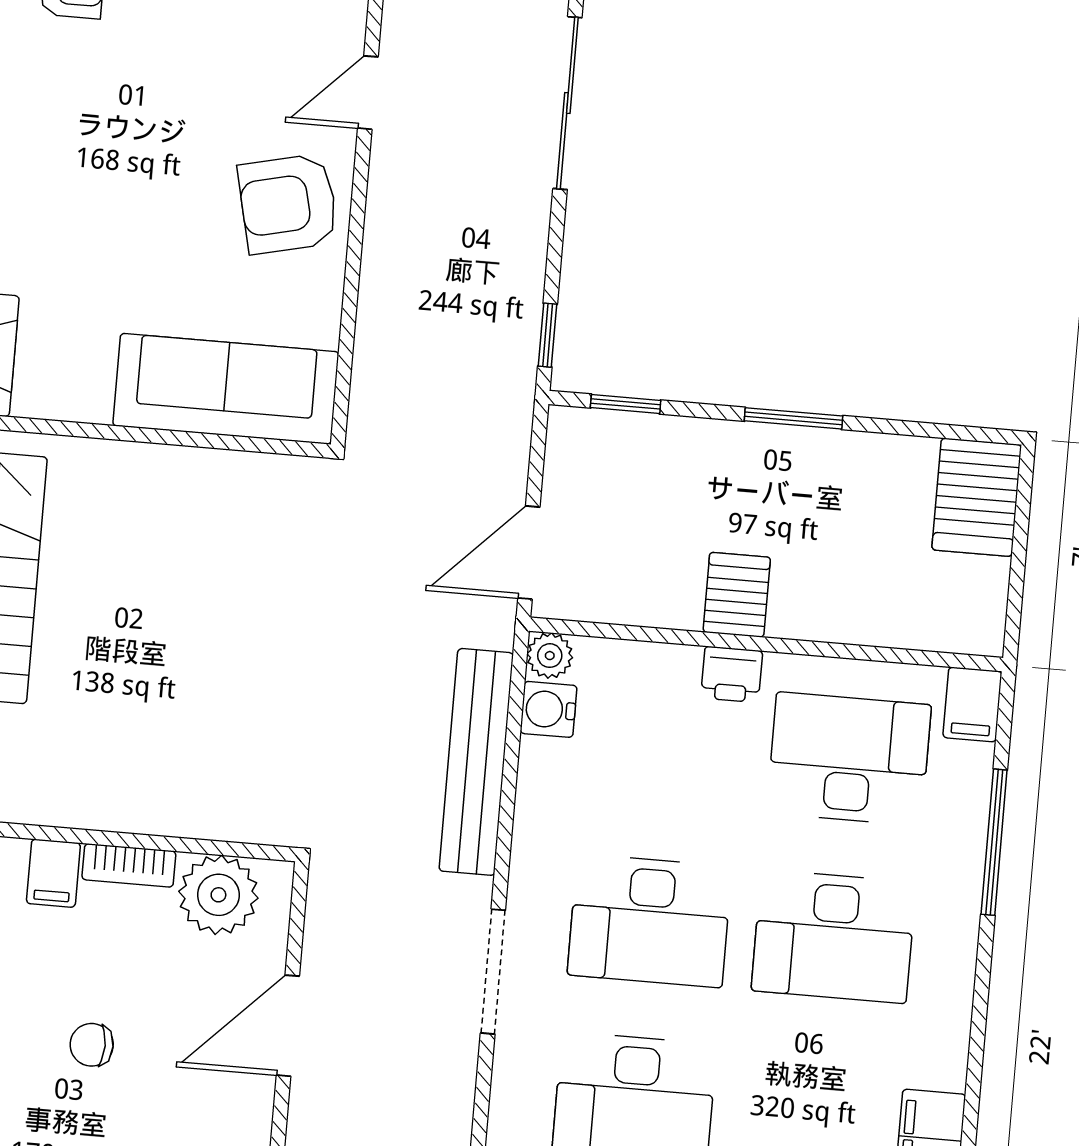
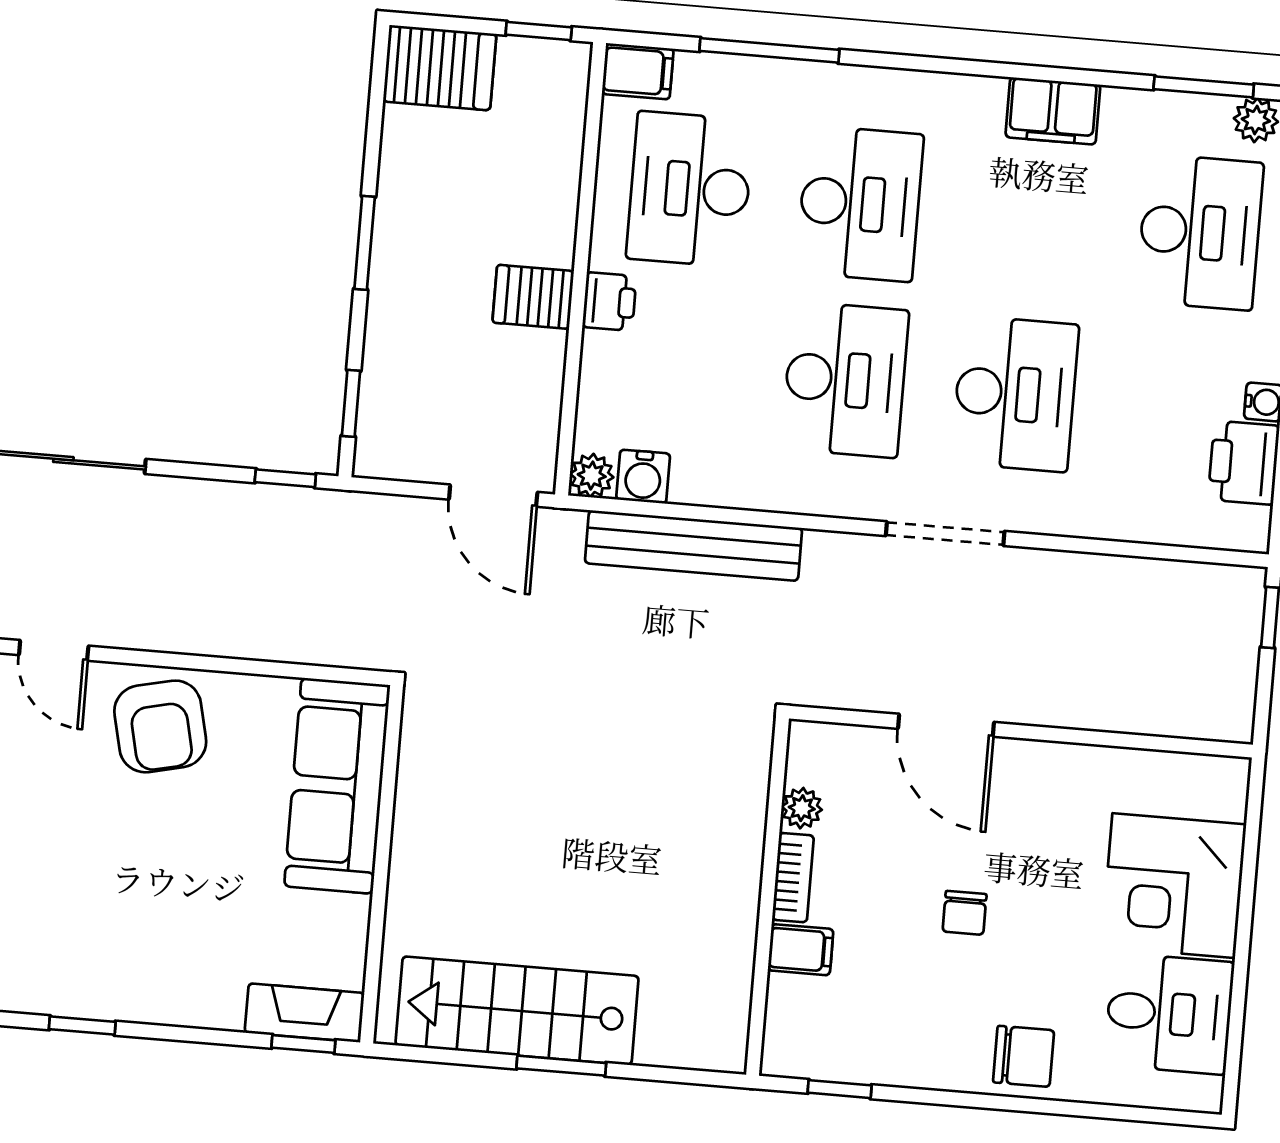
window: (1015, 601) -> (539, 31), added
plant: (218, 895) -> (802, 808), width x0.53, depth x0.53
doorway: (493, 972) -> (945, 534), moved

